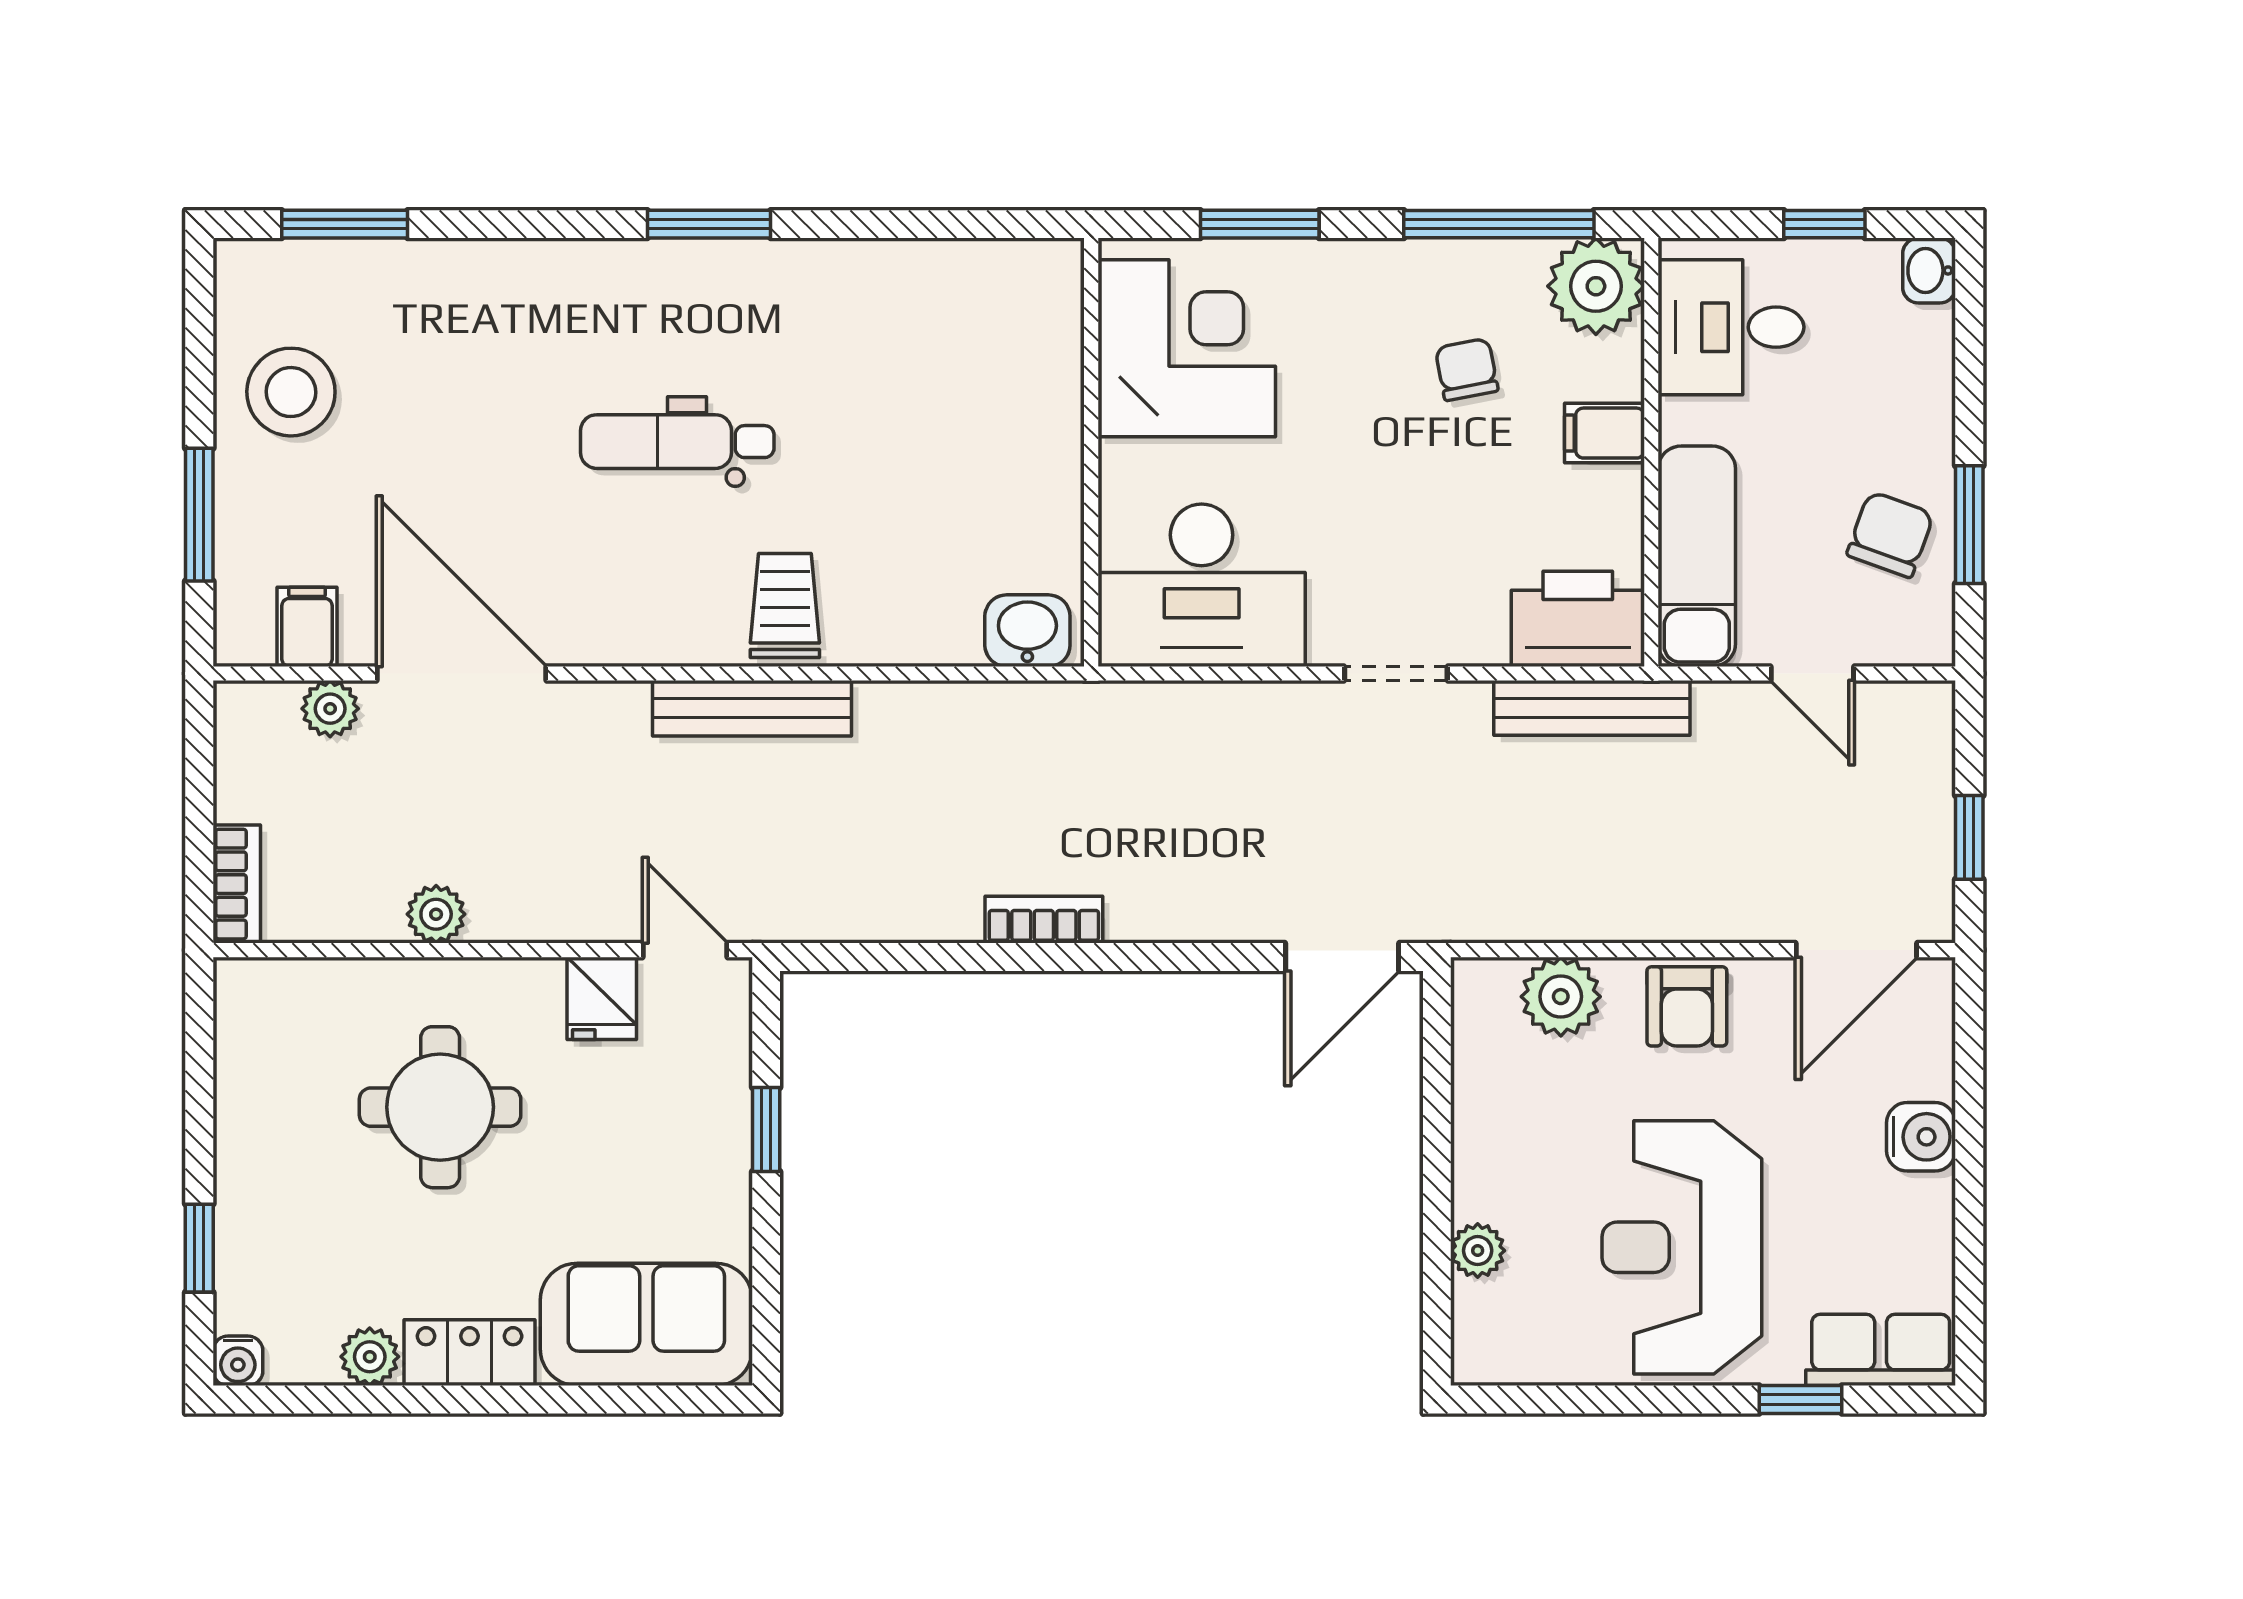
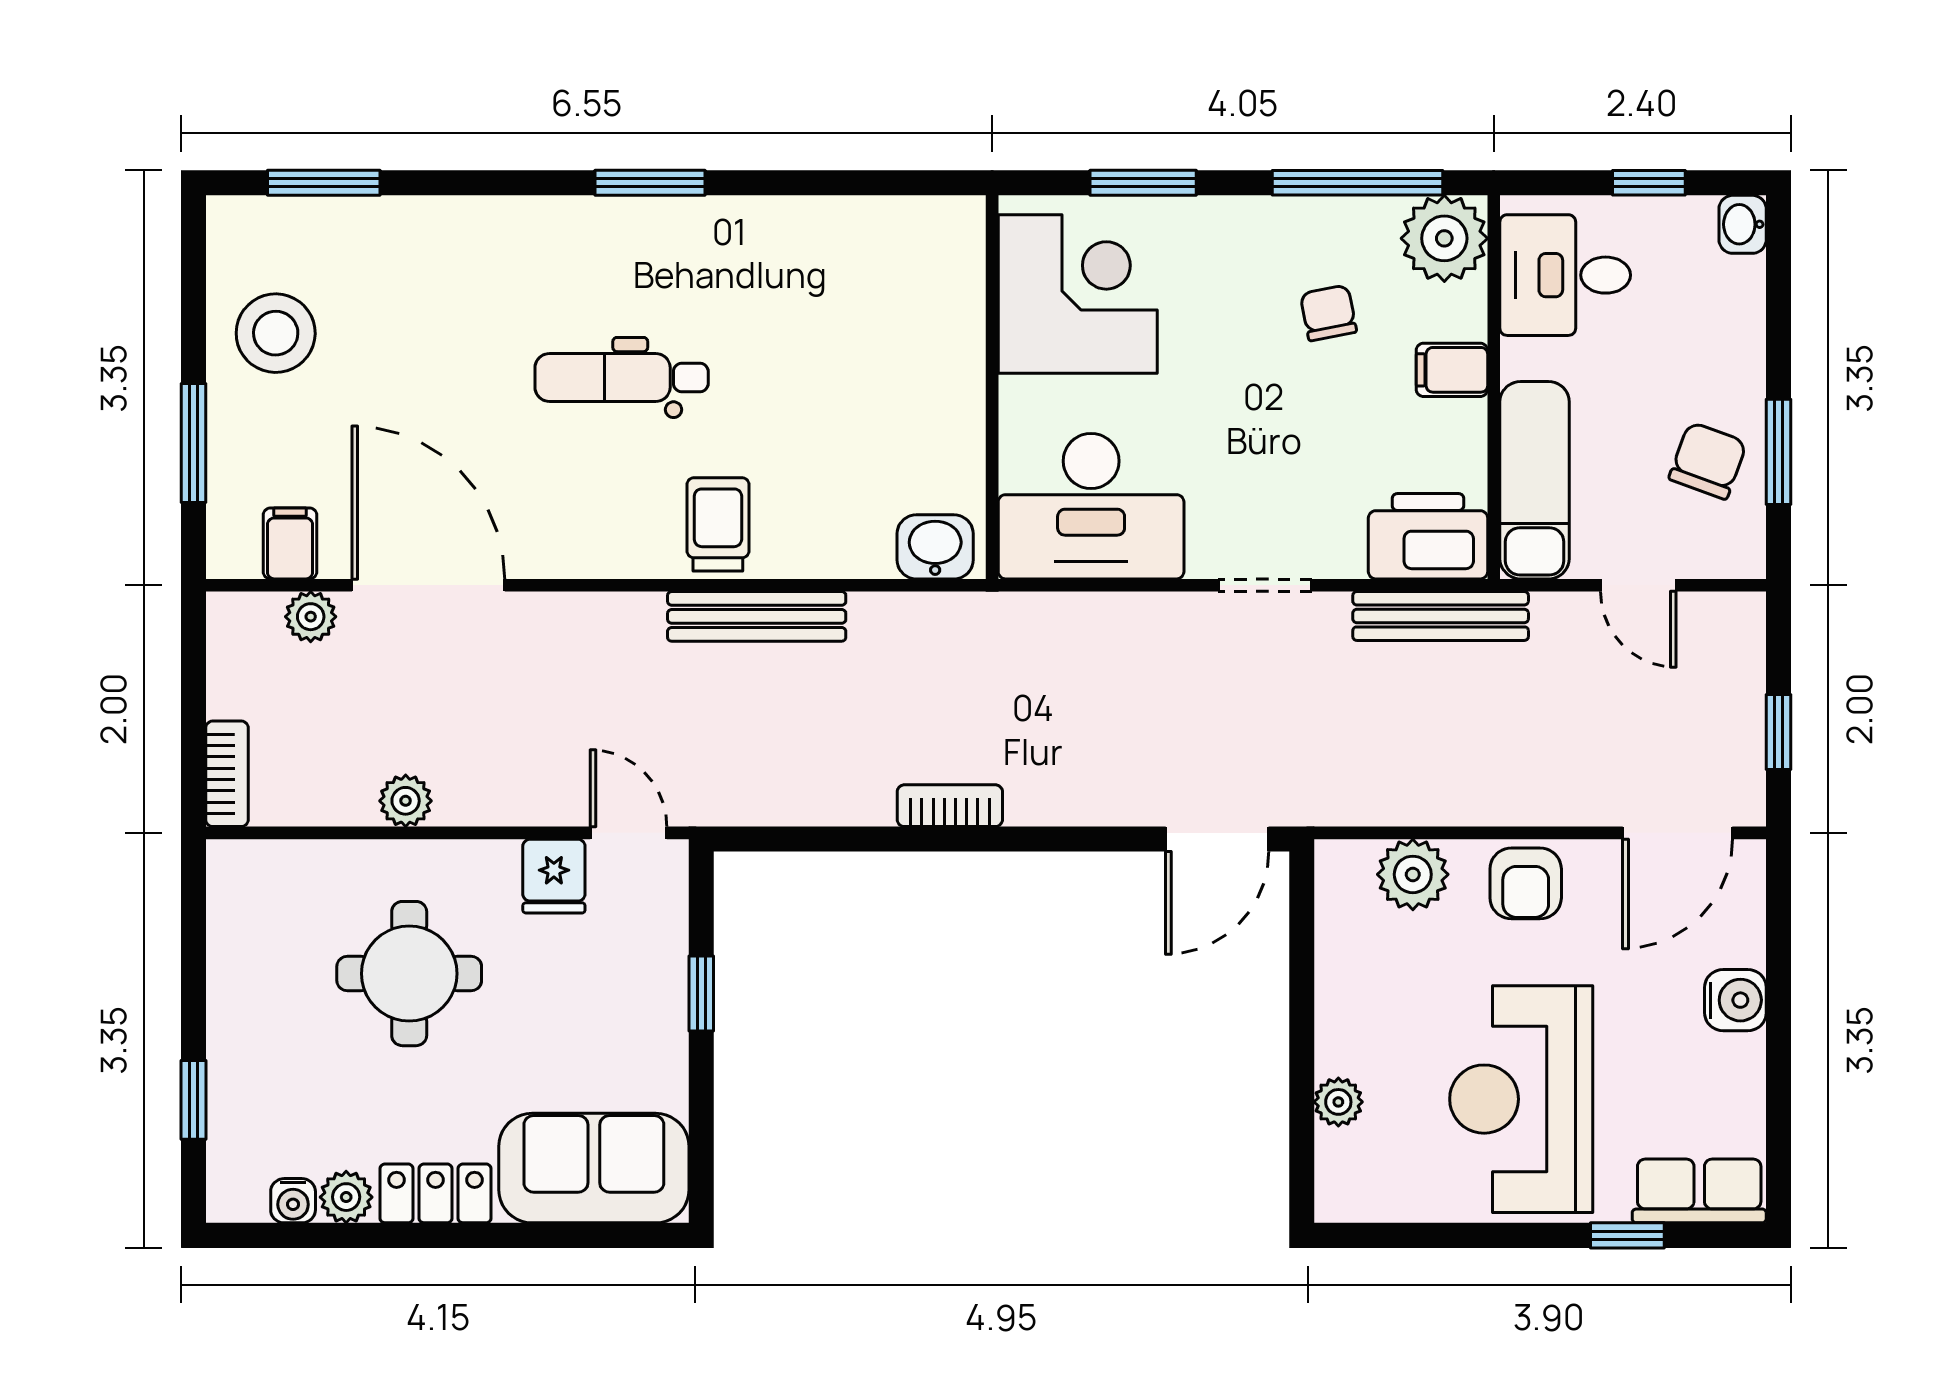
bench: (752, 708) -> (757, 616), moved
water cooler: (238, 1361) -> (293, 1201), moved

